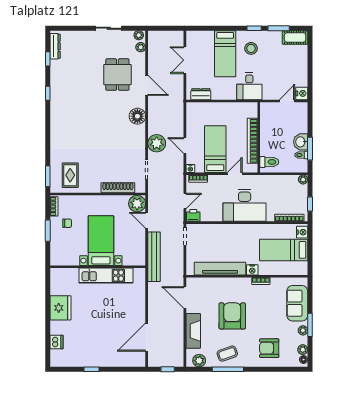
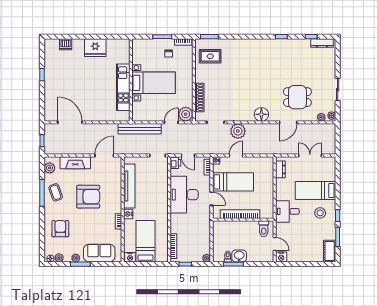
toilet: (269, 162) -> (264, 229), moved
desk: (245, 205) -> (184, 195), moved
nightstand: (302, 232) -> (130, 257), moved

